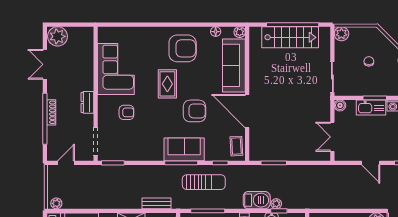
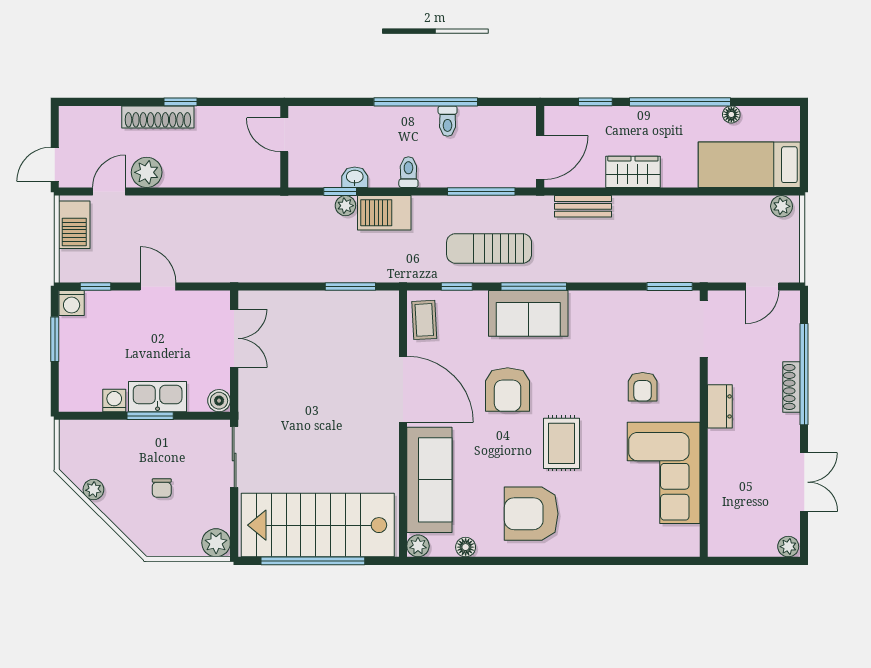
plant: (58, 36) -> (788, 547), width x0.53, depth x0.53
stairs: (290, 37) -> (318, 525), width x1.36, depth x1.51
armchair: (194, 111) -> (508, 390), turned -90
armchair: (126, 112) -> (643, 387), turned -90

